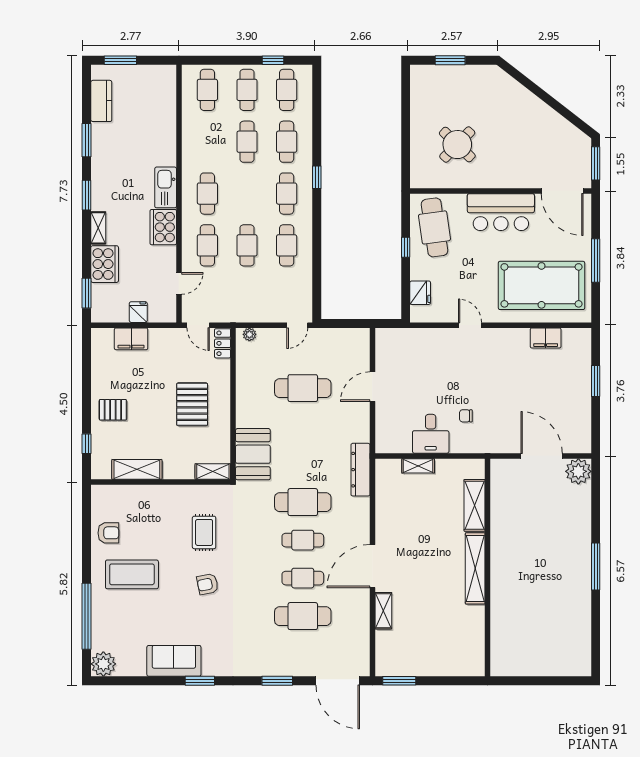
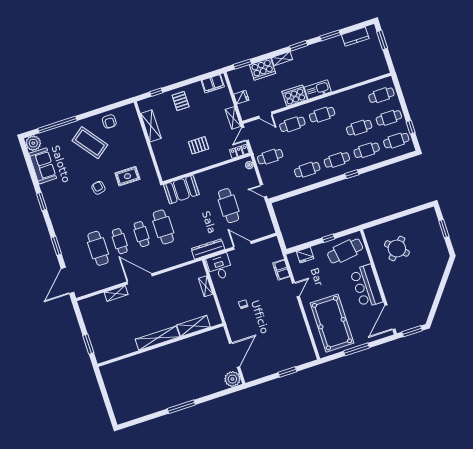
cafe table: (247, 245) -> (270, 157), moved
filing cabinet: (546, 338) -> (281, 270), moved
filing cabinet: (131, 339) -> (213, 84), moved, turned -90
pallet: (192, 404) -> (199, 145), width x0.67, depth x0.71
desk: (431, 434) -> (220, 267), moved, turned 90
dresser: (360, 470) -> (208, 249), moved
shelving: (213, 472) -> (233, 118), moved
coffee table: (132, 574) -> (90, 143), turned -37
sofa: (174, 661) -> (43, 166), moved
window: (399, 681) -> (88, 344), moved

